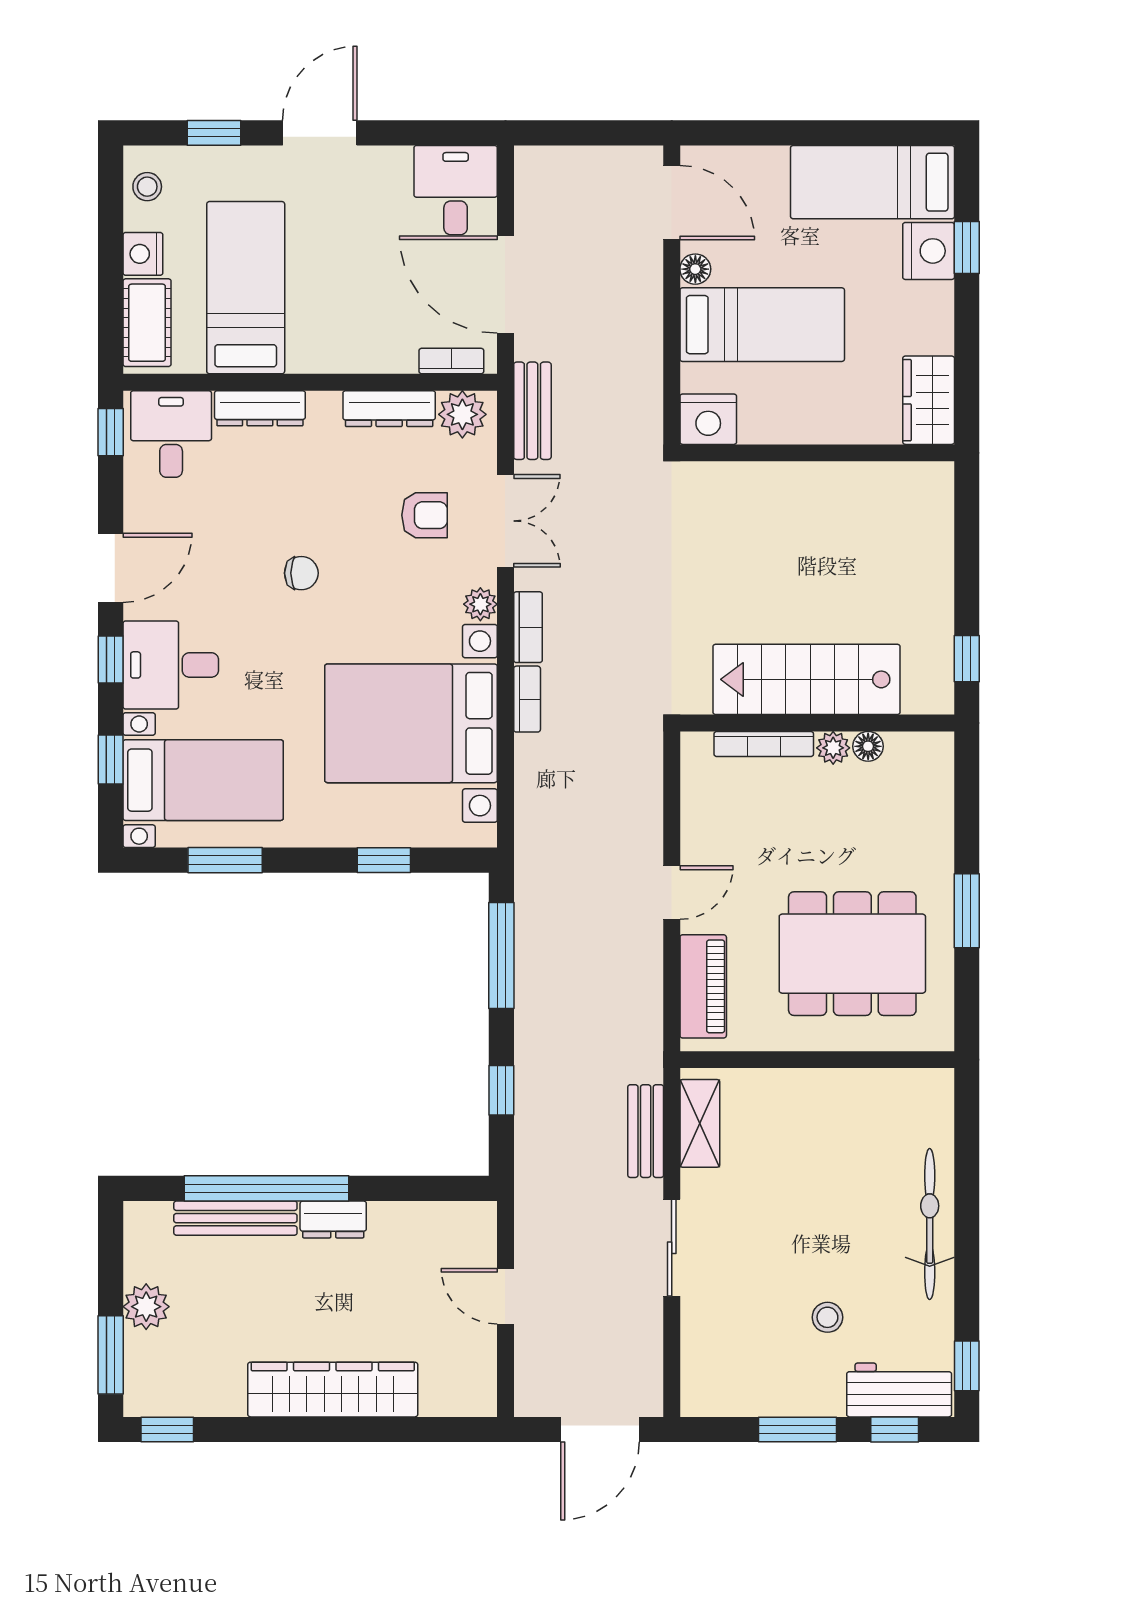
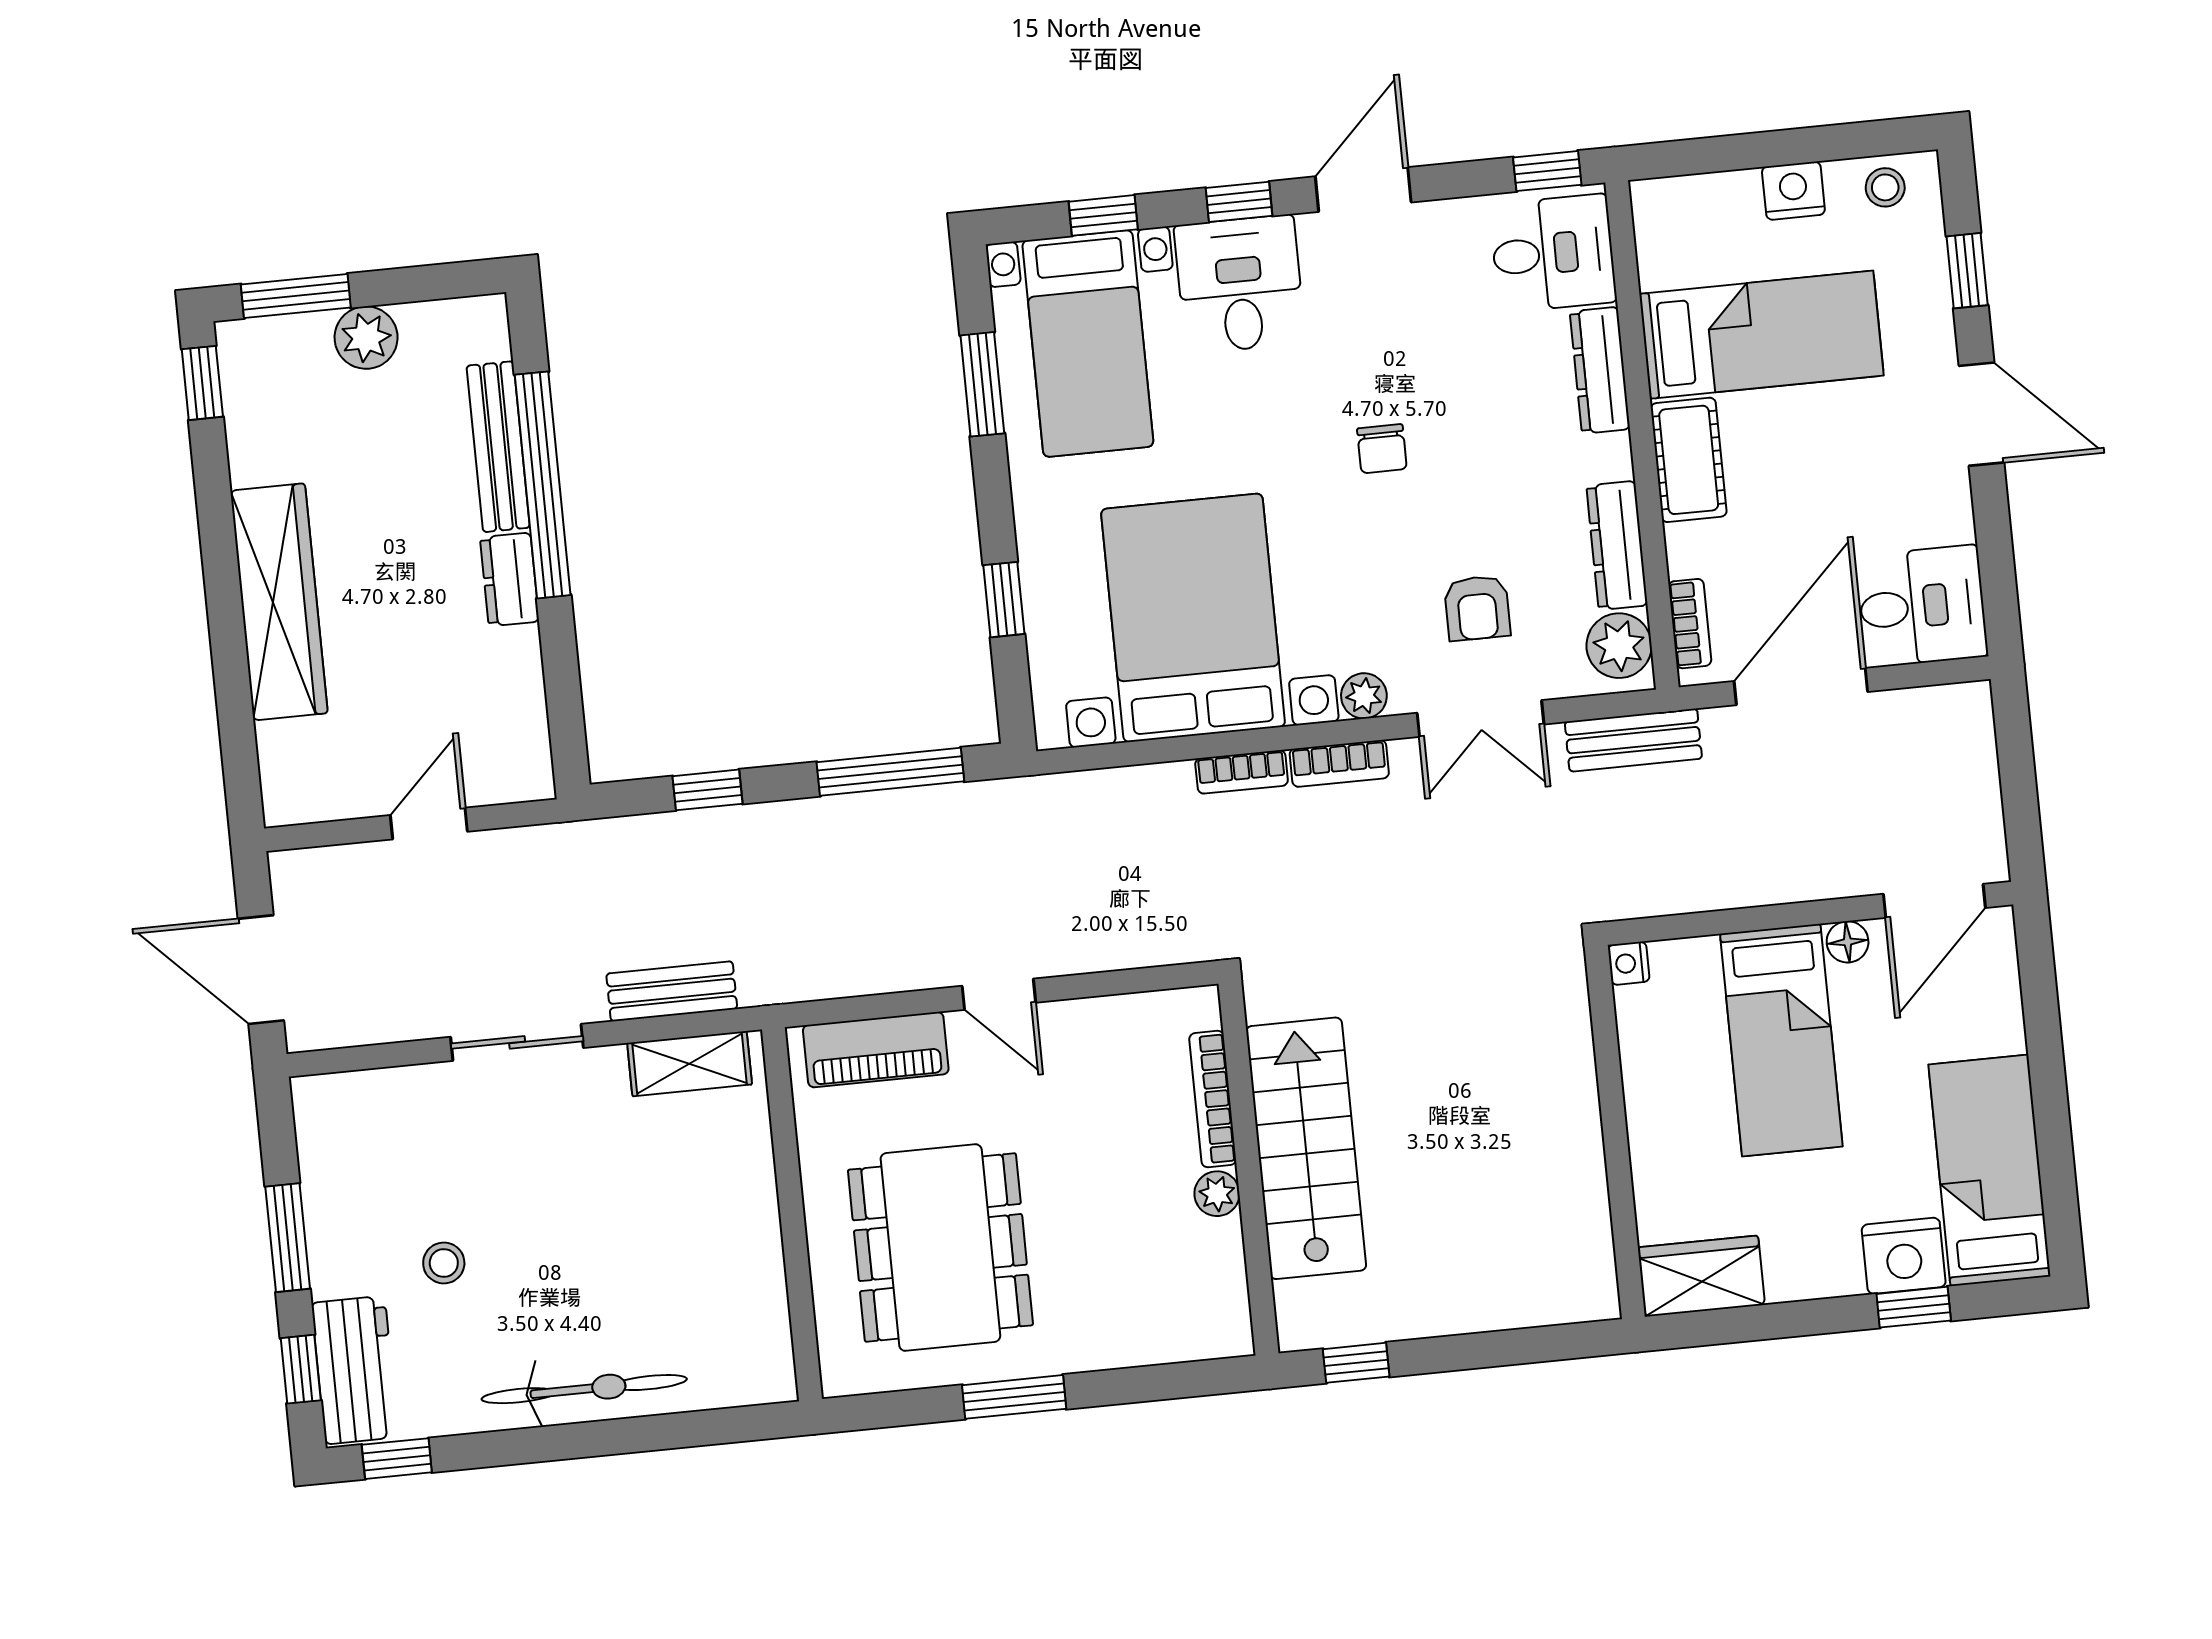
cot: (147, 323) -> (1689, 460), moved, turned 90
nightstand: (708, 419) -> (1629, 963), width x0.53, depth x0.56
door: (111, 568) -> (1363, 189), swing flipped
floor lamp: (868, 746) -> (1224, 1241), removed

